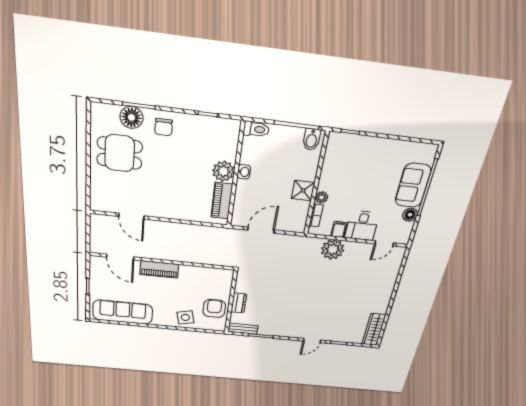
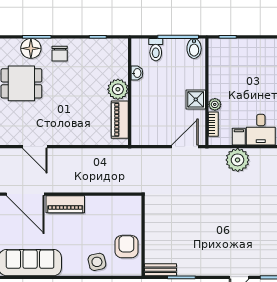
toilet: (256, 129) -> (156, 50), moved, turned 90
washbasin: (244, 172) -> (137, 73), moved
door: (261, 230) -> (185, 147), moved
door: (120, 257) -> (25, 194), width x1.36
dresser: (239, 303) -> (152, 236), removed

